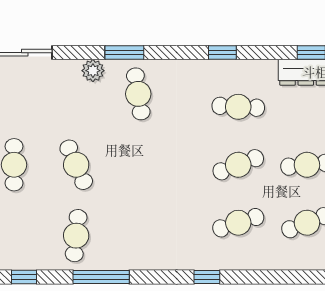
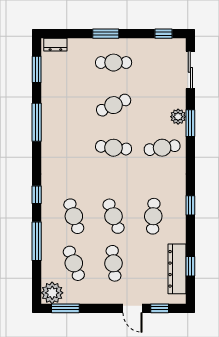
window: (124, 53) -> (190, 123), moved
cafe table: (76, 236) -> (114, 148), moved
window: (24, 277) -> (37, 69), width x1.50
window: (275, 277) -> (37, 241), added

